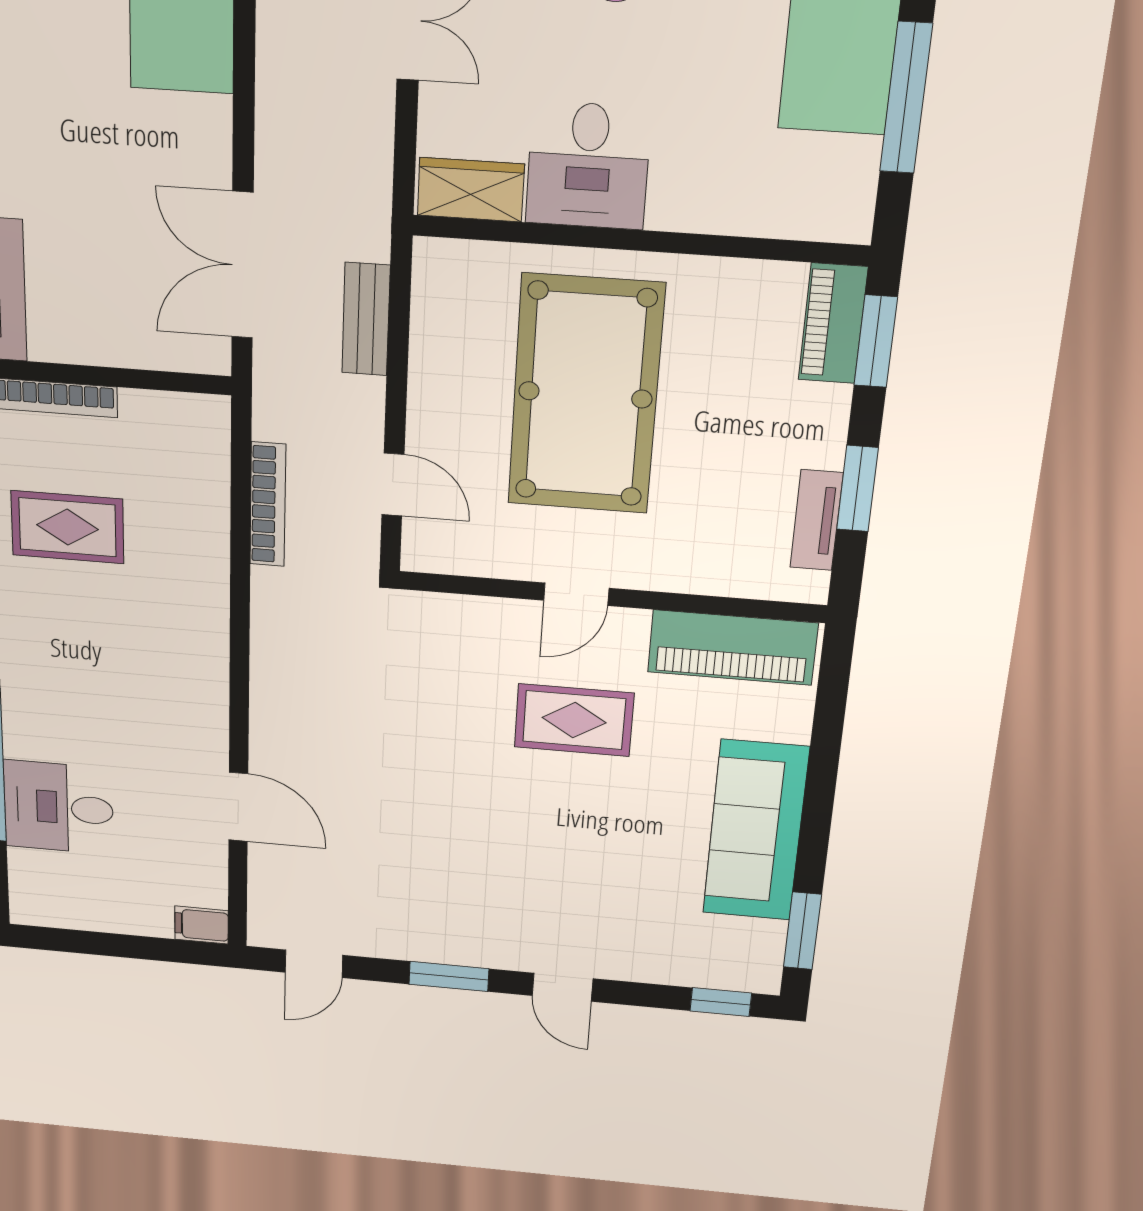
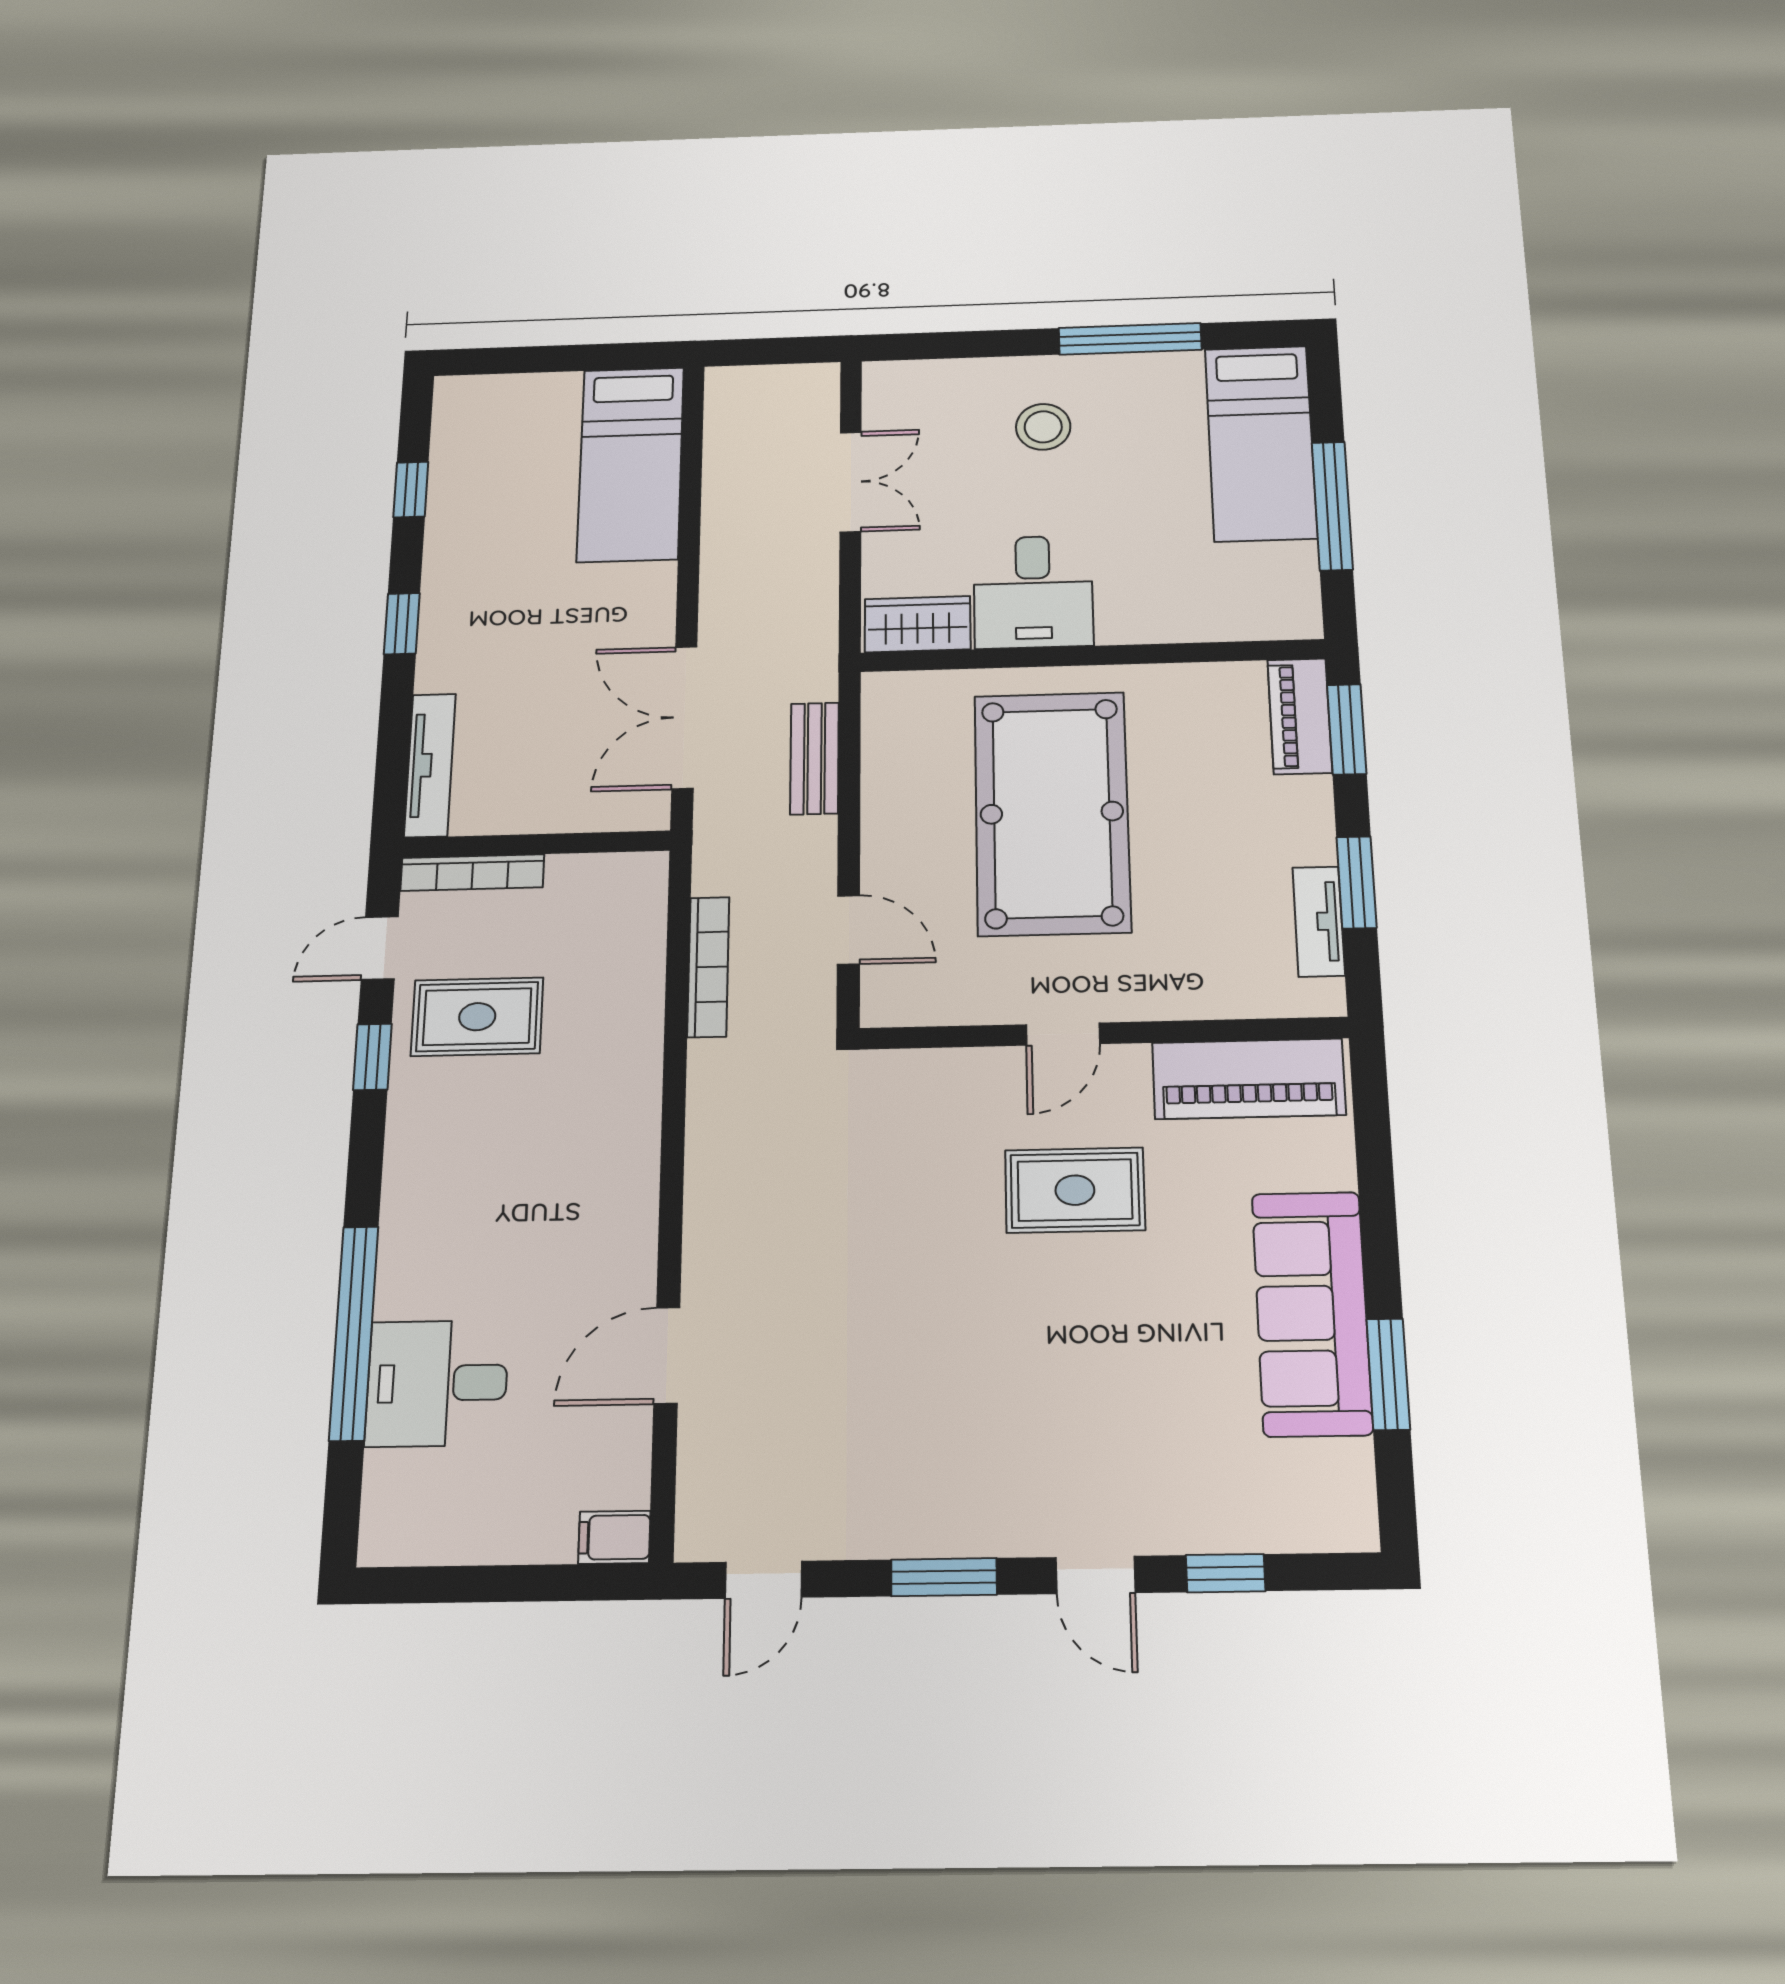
door: (238, 807) -> (667, 1355), swing flipped
window: (802, 931) -> (1388, 1374), moved
window: (721, 1002) -> (1225, 1573), moved

